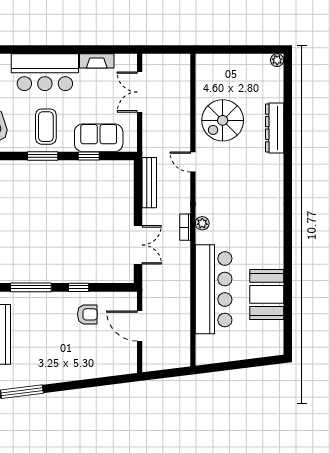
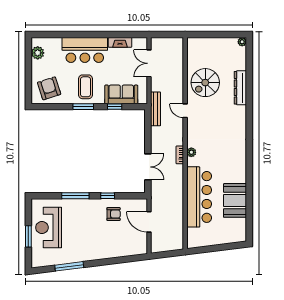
bench: (149, 183) -> (155, 109), moved

